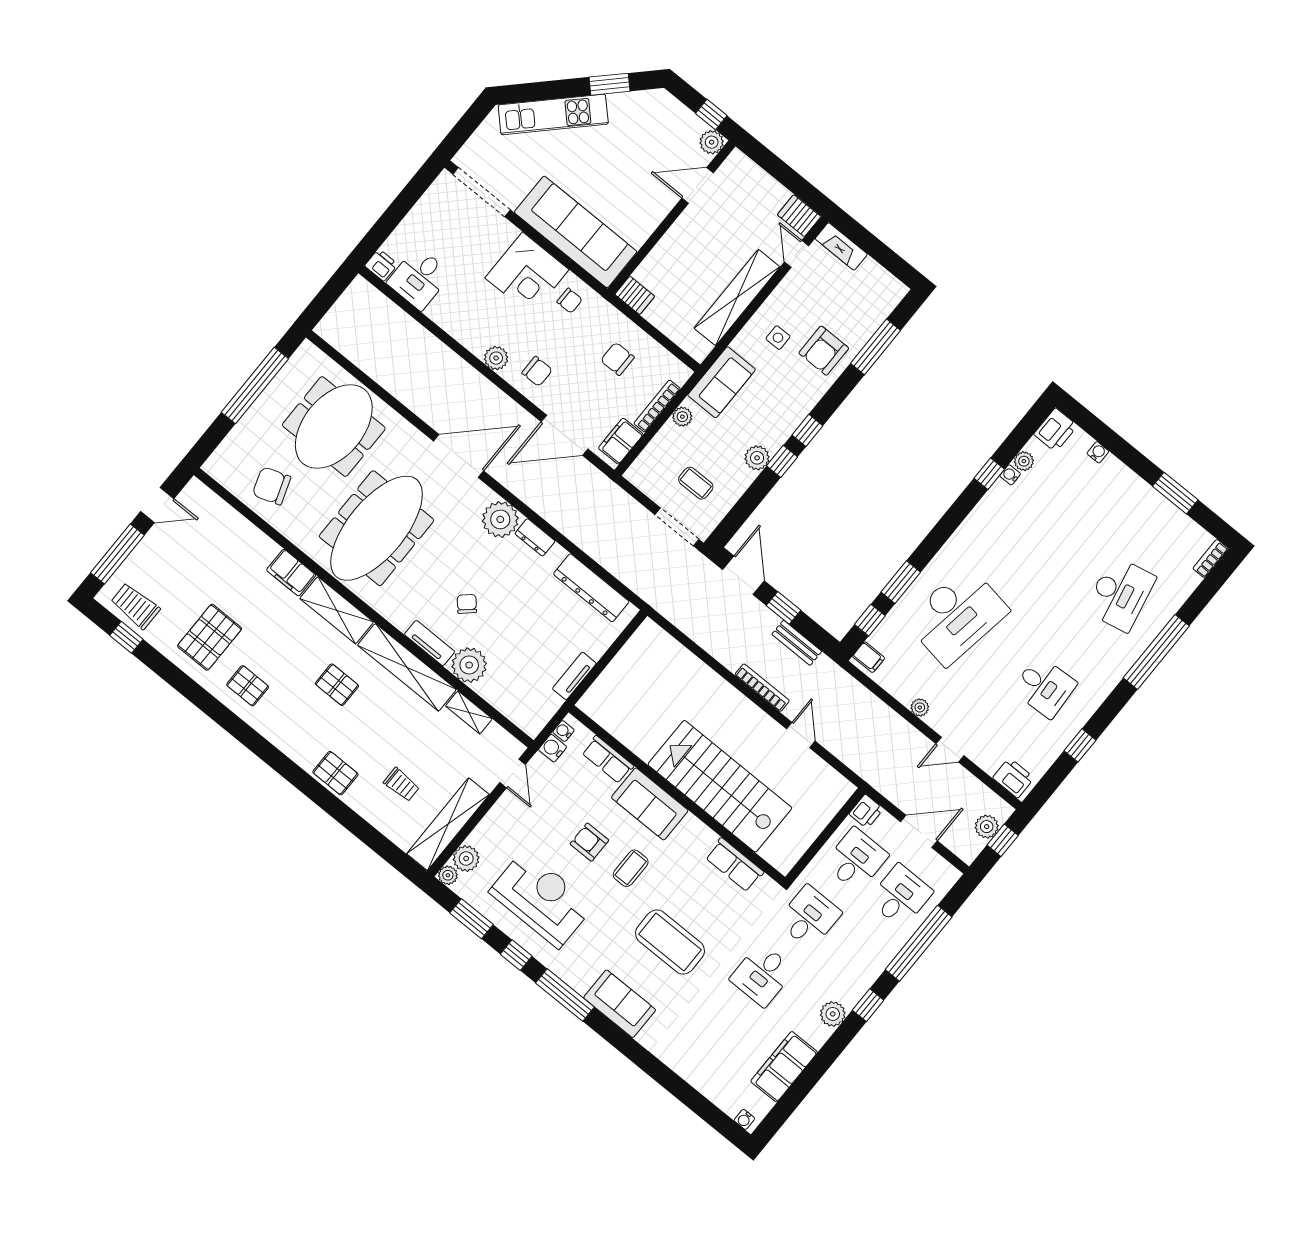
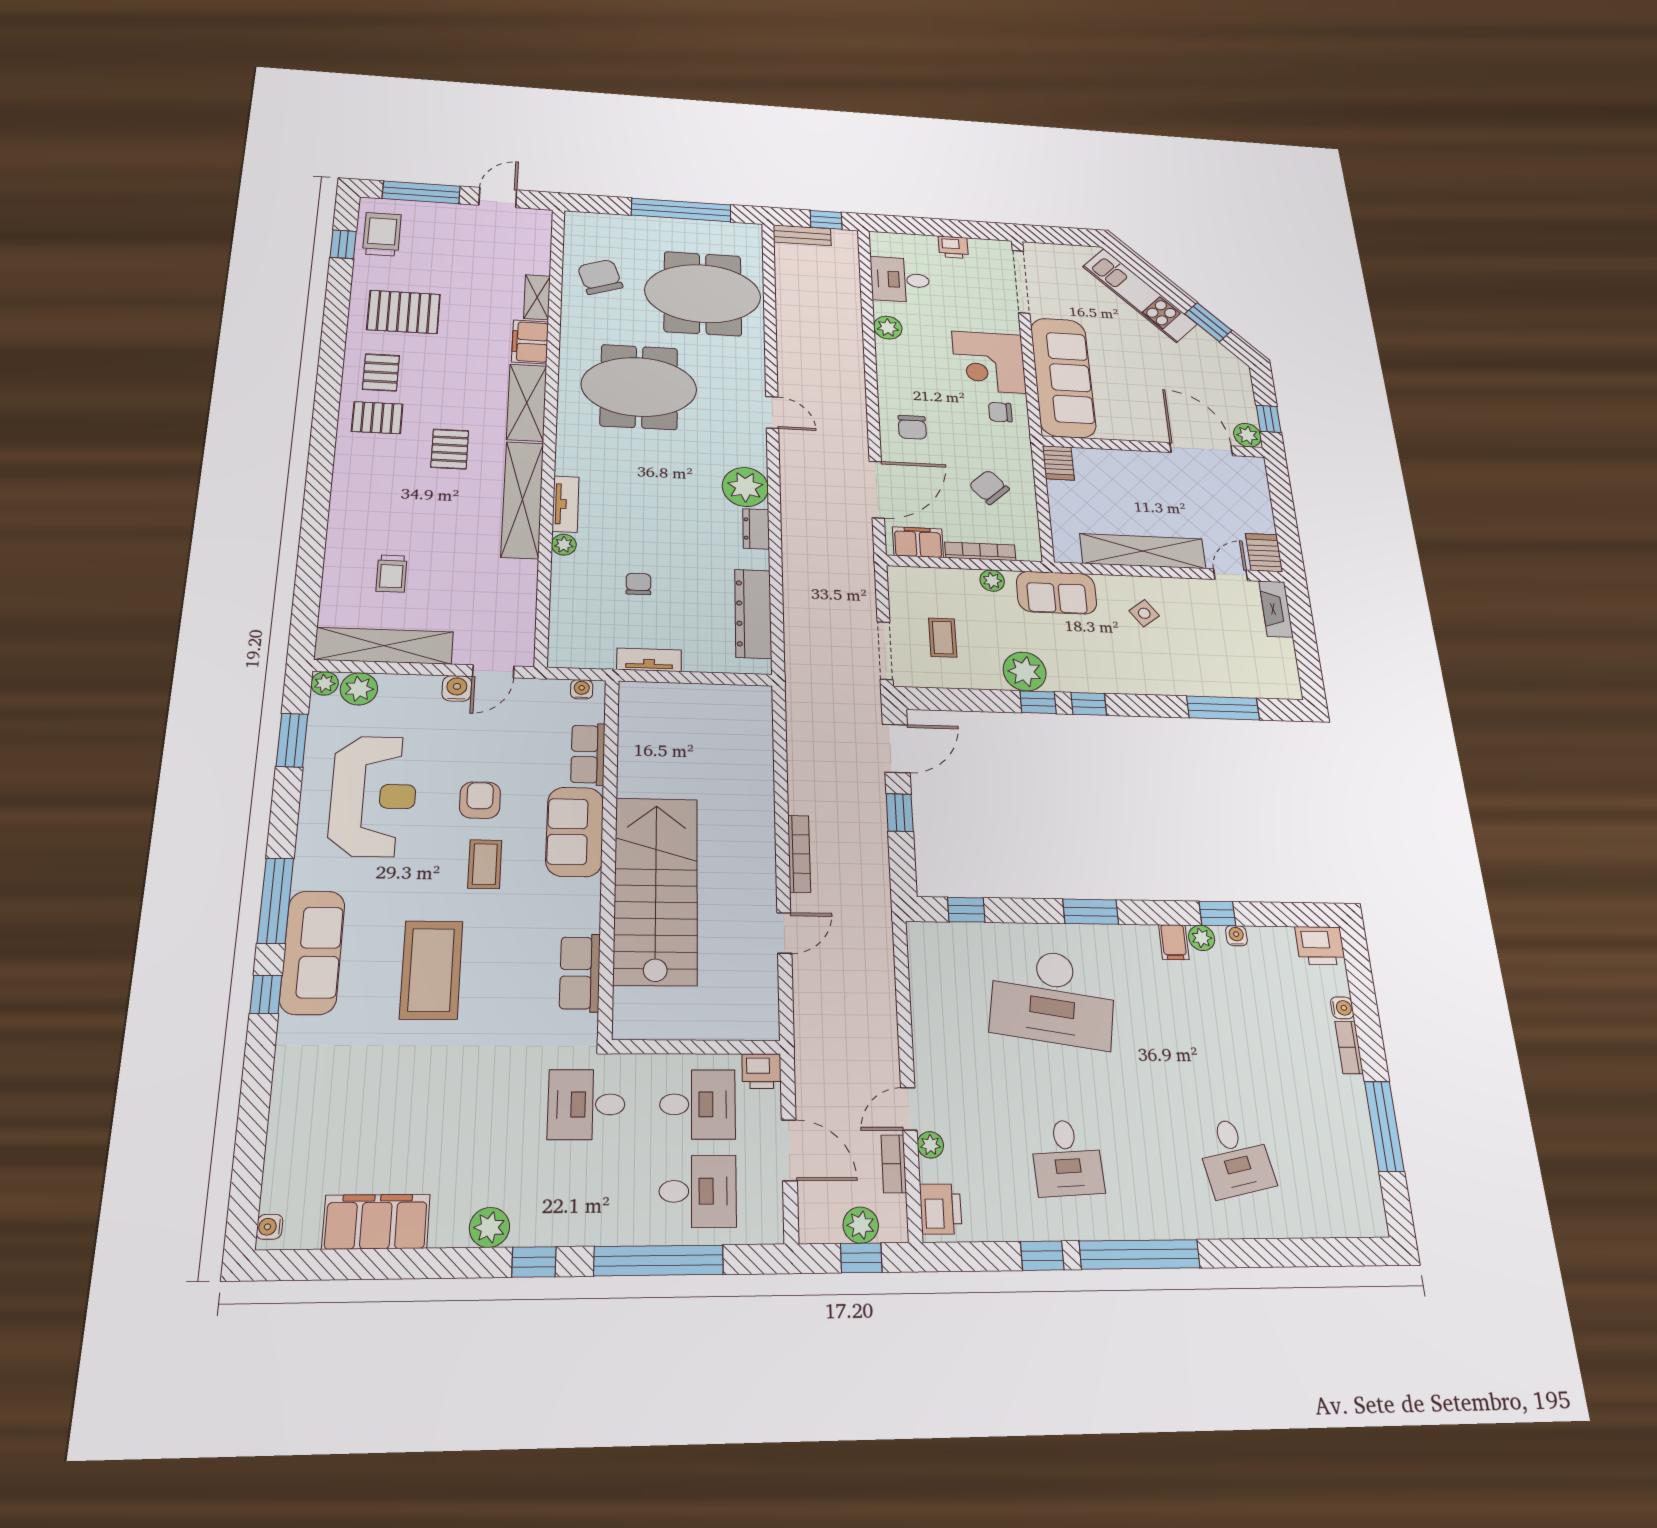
door: (698, 186) -> (1201, 449), width x1.36
printer: (381, 265) -> (953, 247), moved, turned 90
window: (334, 289) -> (826, 220), added
chair: (570, 301) -> (1000, 412), turned 90
side table: (778, 338) -> (1144, 613), turned -37
armchair: (824, 351) -> (1173, 663), removed
plant: (496, 358) -> (888, 328), moved
chair: (617, 359) -> (989, 487), turned -42
door: (565, 435) -> (877, 490), swing flipped
door: (459, 456) -> (772, 412), width x0.53
plant: (757, 458) -> (1025, 671), width x1.36, depth x1.36
plant: (1024, 461) -> (1202, 938), moved
window: (1175, 493) -> (1384, 1126), width x1.44
door: (157, 505) -> (498, 198), swing flipped
meeting table: (377, 528) -> (639, 387), width x0.73
bookcase: (1211, 559) -> (1349, 1047), moved, turned -90
window: (901, 582) -> (1091, 912), moved
desk: (1120, 594) -> (1235, 1157), width x0.73
chair: (467, 604) -> (638, 584), moved, turned -48
bench: (797, 643) -> (802, 235), moved, turned 90
window: (1156, 652) -> (1140, 1254), moved
filing cabinet: (869, 657) -> (1174, 942), moved
plant: (469, 665) -> (564, 545), width x0.53, depth x0.53
plant: (920, 707) -> (930, 1145), moved
shelving: (469, 712) -> (537, 297), moved
water cooler: (553, 748) -> (457, 688), moved
door: (950, 750) -> (909, 1109), hinge flipped
pallet: (335, 773) -> (377, 418), moved, turned 90
bookcase: (971, 783) -> (894, 1164), added
coffee table: (631, 868) -> (485, 864), turned 90
desk: (809, 917) -> (586, 1104), turned 180
window: (516, 955) -> (266, 994), moved
desk: (762, 975) -> (474, 1104), removed
sofa: (620, 1004) -> (312, 952), width x1.36

